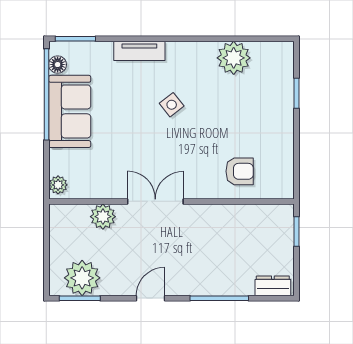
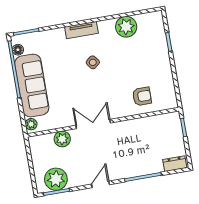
tv unit: (139, 51) -> (81, 30), moved
sofa: (70, 111) -> (32, 86), width x1.36

